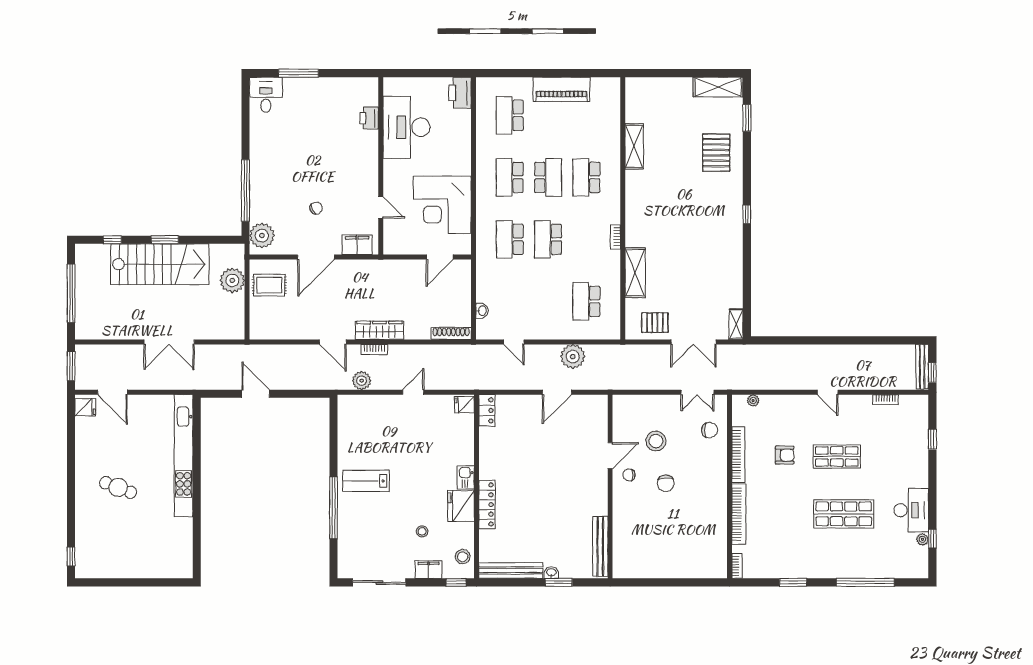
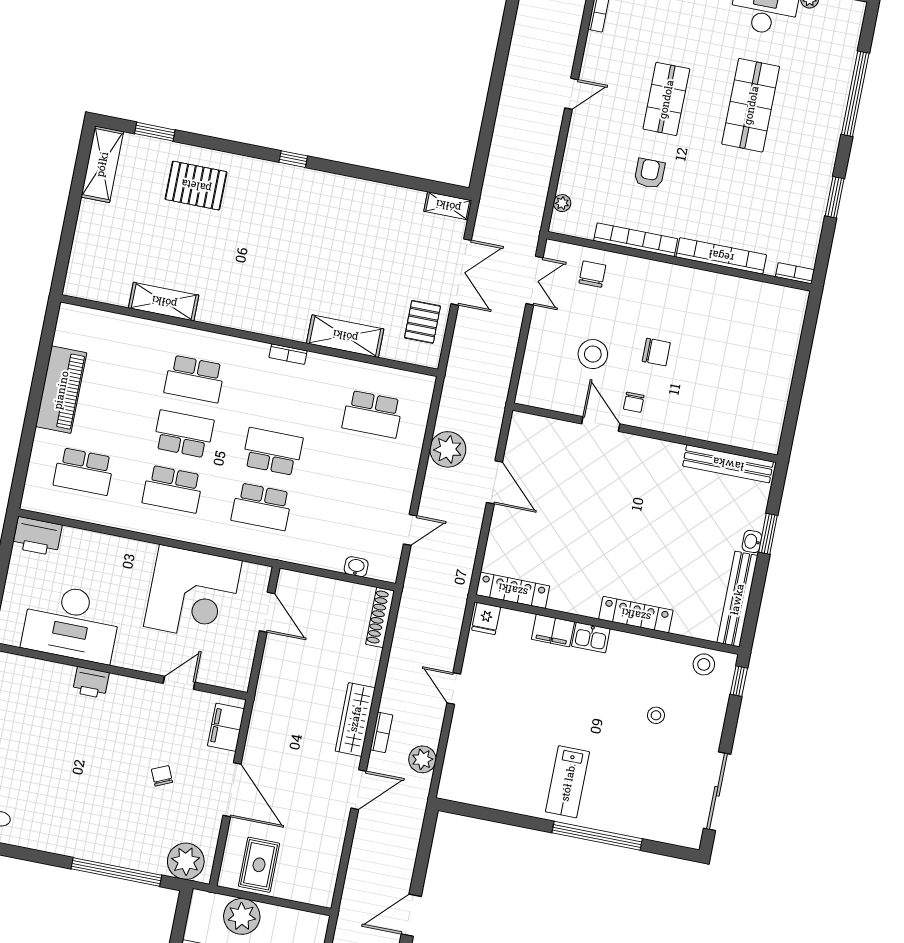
printer: (369, 118) -> (91, 682), moved
school desk: (548, 239) -> (273, 452), turned 180
locker: (487, 410) -> (513, 590), width x1.53
fridge: (461, 506) -> (631, 652), removed
filing cabinet: (428, 570) -> (553, 631), moved, turned -90

